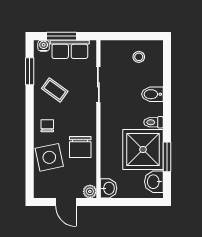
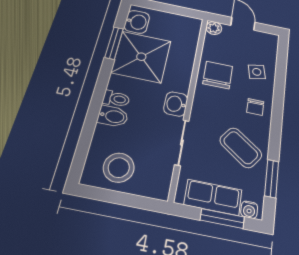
stool: (139, 57) -> (119, 168), width x1.89, depth x1.89
coffee table: (55, 90) -> (241, 148), width x1.36, depth x1.30
toilet: (153, 122) -> (116, 99), moved
side table: (49, 157) -> (257, 72), width x0.54, depth x0.54
washbasin: (108, 188) -> (176, 104), moved

